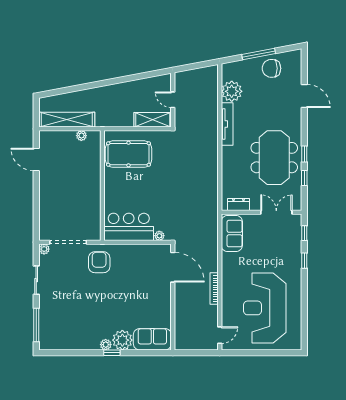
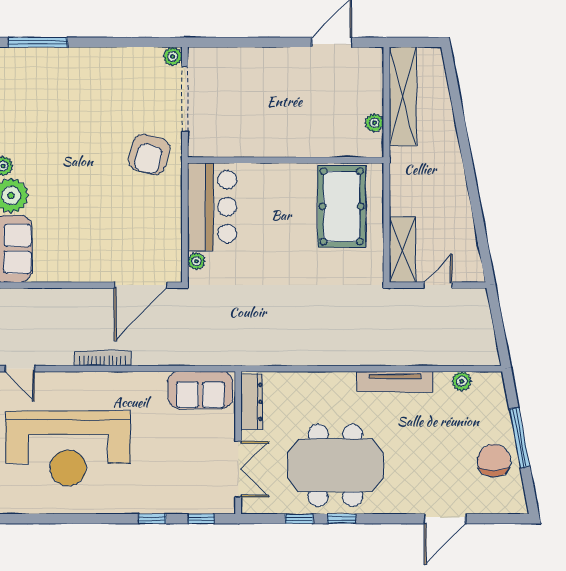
plant: (232, 91) -> (462, 381), width x0.53, depth x0.53
dresser: (238, 205) -> (252, 402), width x1.44
armchair: (99, 262) -> (149, 154), turned 105
sliding door: (36, 280) -> (118, 42), removed
reception desk: (265, 308) -> (68, 448), turned 180

